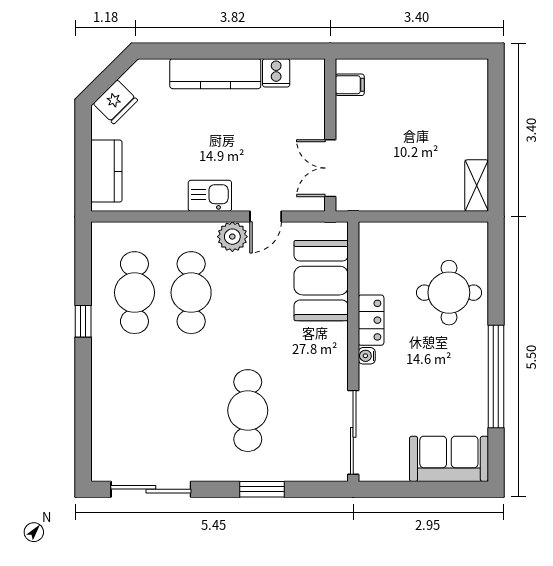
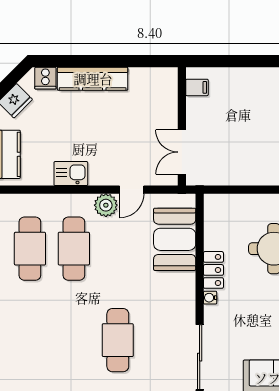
cooker: (276, 73) -> (45, 78), moved
kitchen sink: (210, 196) -> (71, 174), moved

